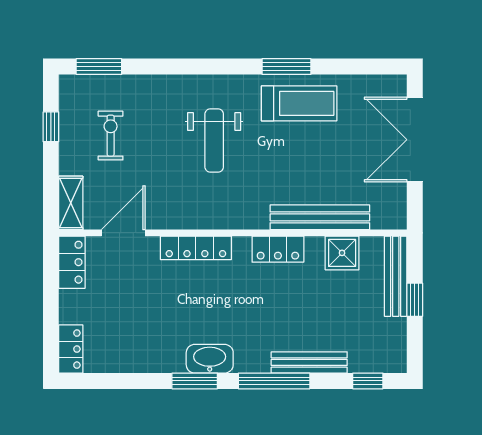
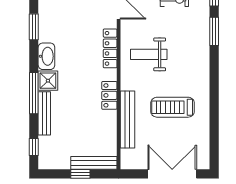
window: (287, 67) -> (214, 31), moved
treadmill: (299, 103) -> (173, 107), moved, turned 90
weight bench: (214, 140) -> (149, 54), moved
shower: (342, 253) -> (48, 81), moved
window: (195, 381) -> (34, 27), moved

